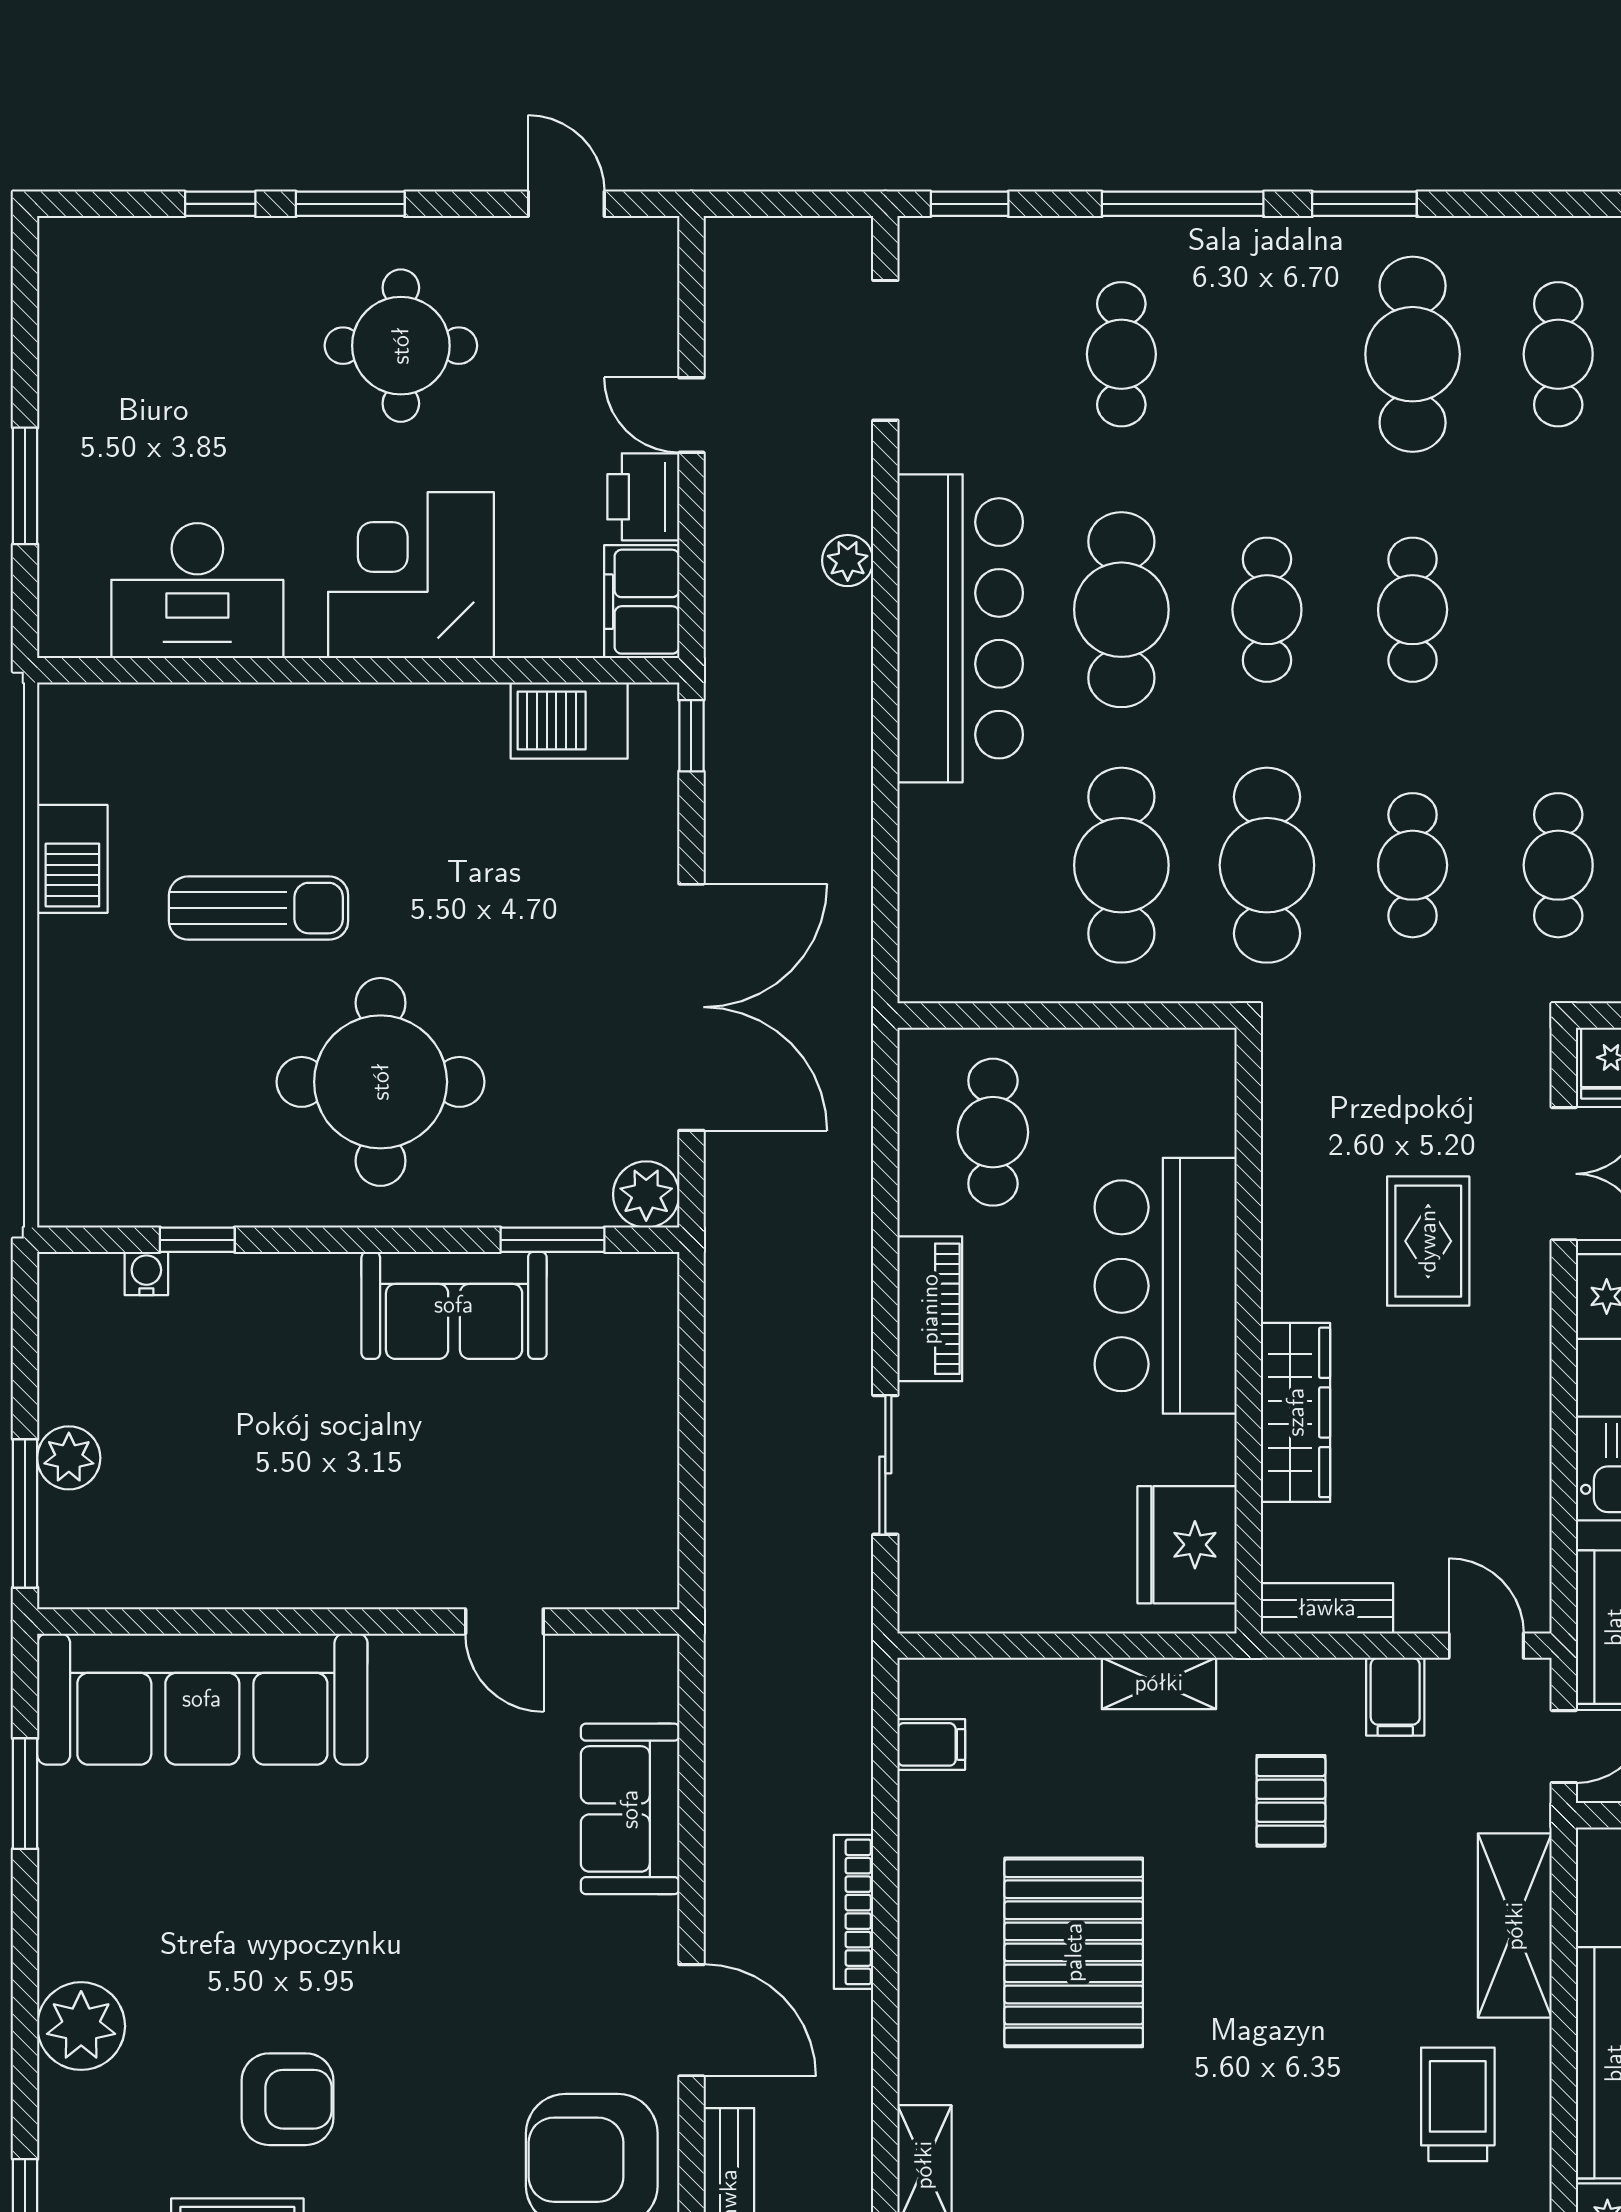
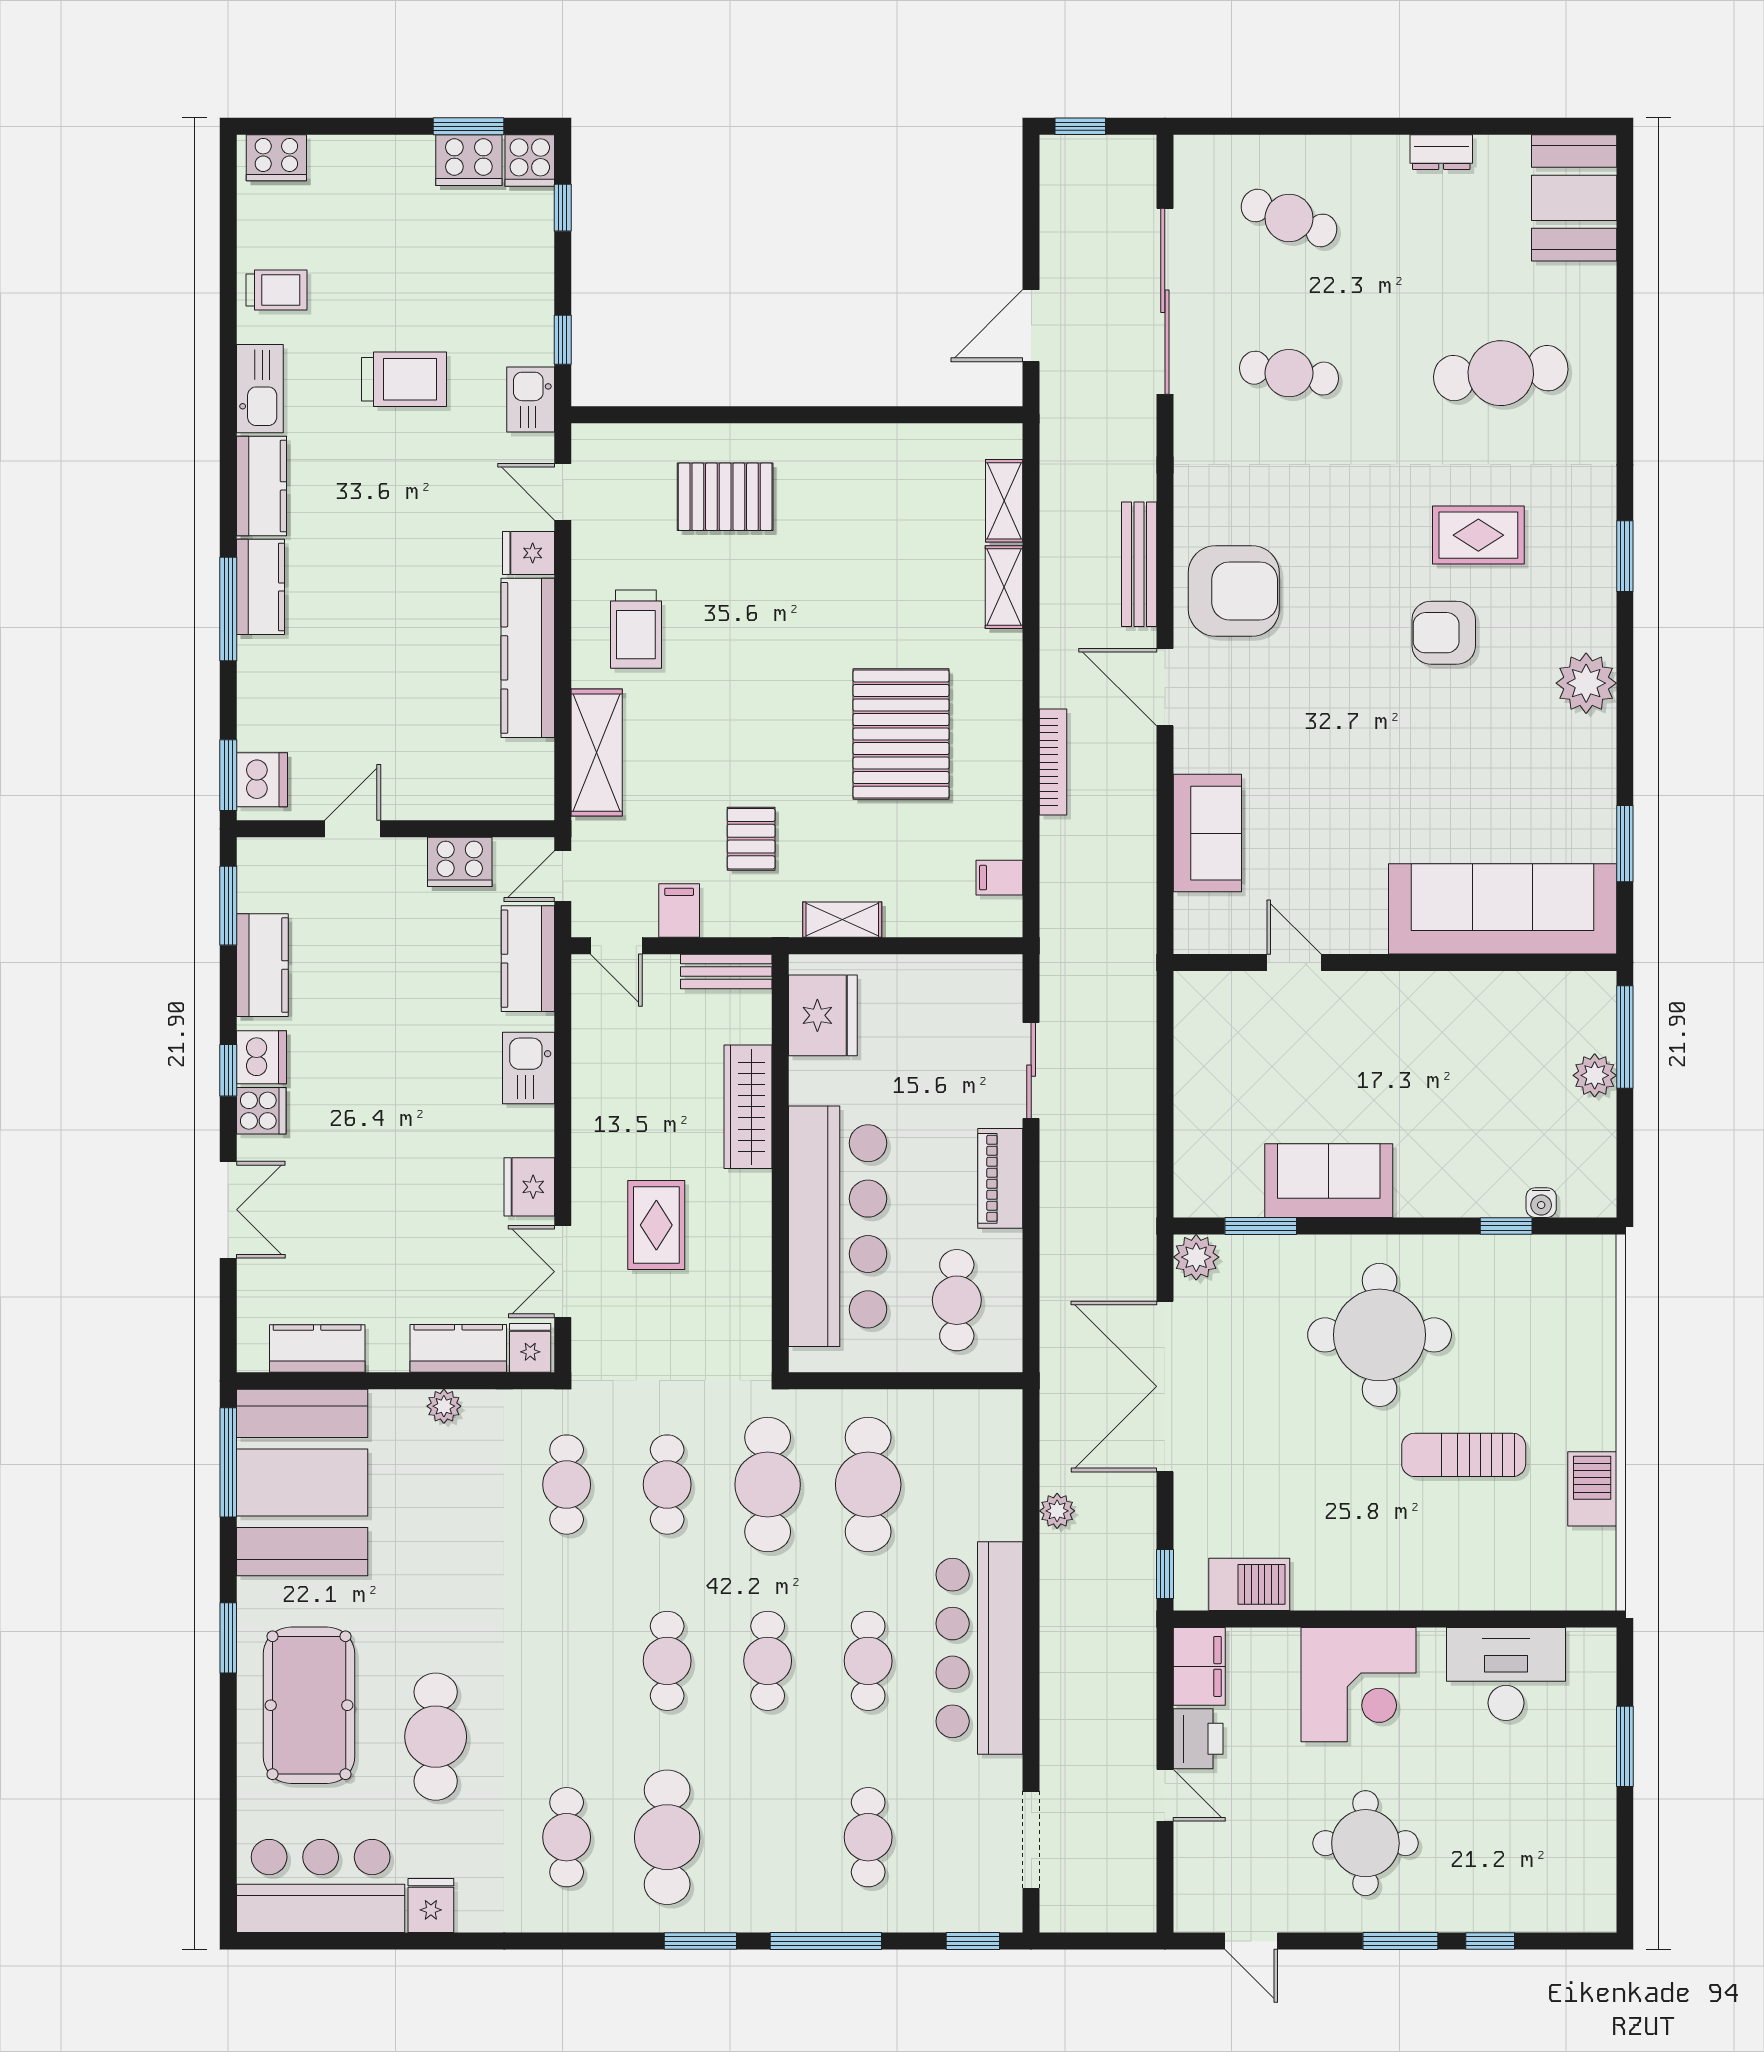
plant: (848, 561) -> (1057, 1511), moved
cafe table: (1121, 610) -> (868, 1661), width x0.73, depth x0.74
bar counter: (1166, 1286) -> (838, 1226), width x1.36

